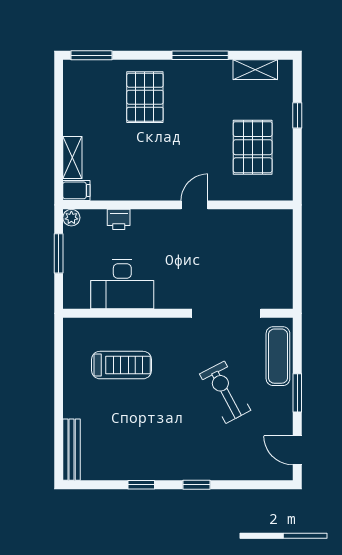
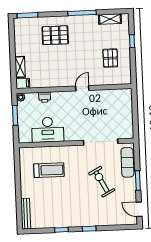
pallet: (145, 97) -> (55, 35), turned 90
pallet: (253, 147) -> (110, 58), width x0.67, depth x0.71

